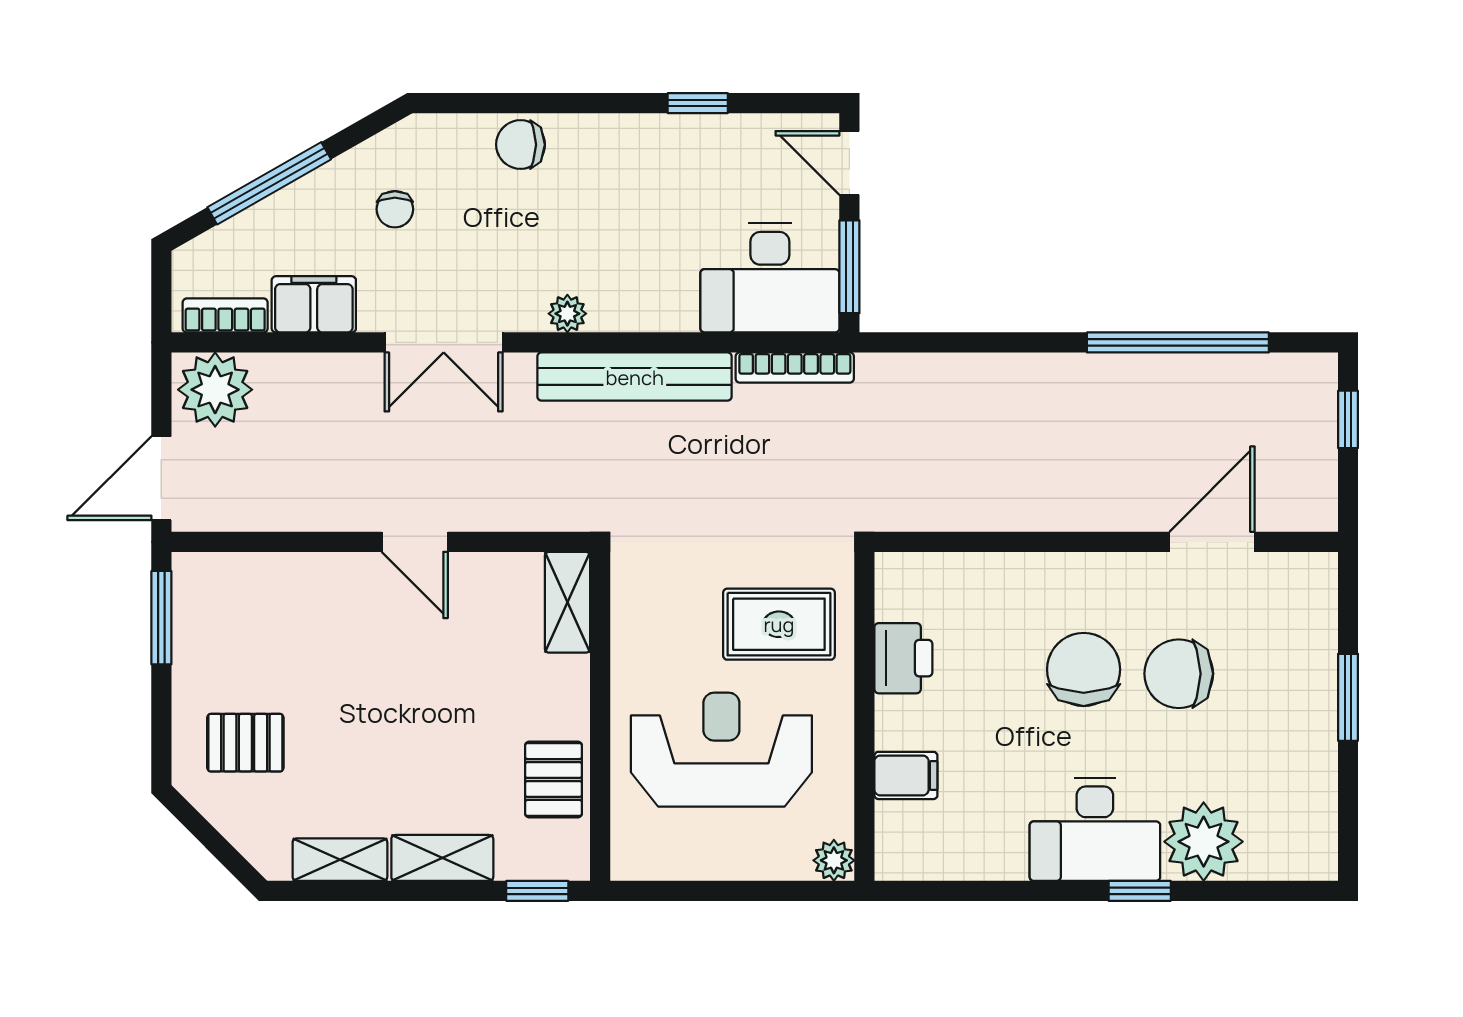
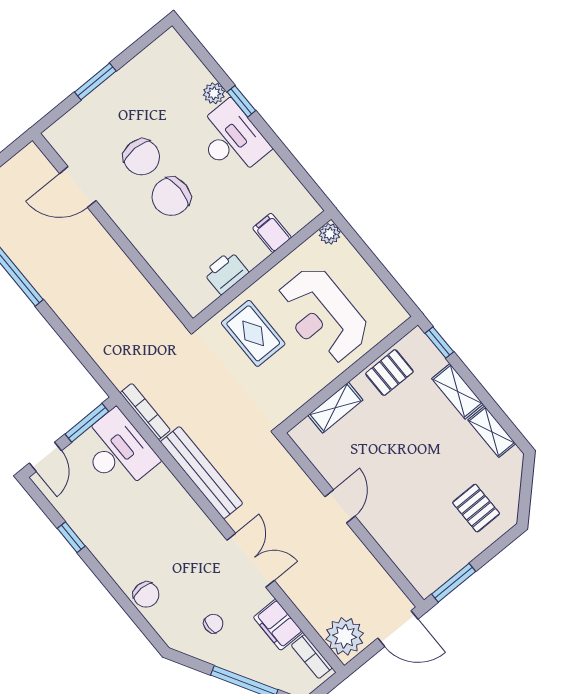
plant: (567, 314) -> (198, 520), removed
shelving: (567, 602) -> (335, 408), moved
plant: (1204, 842) -> (214, 93), width x0.53, depth x0.53

